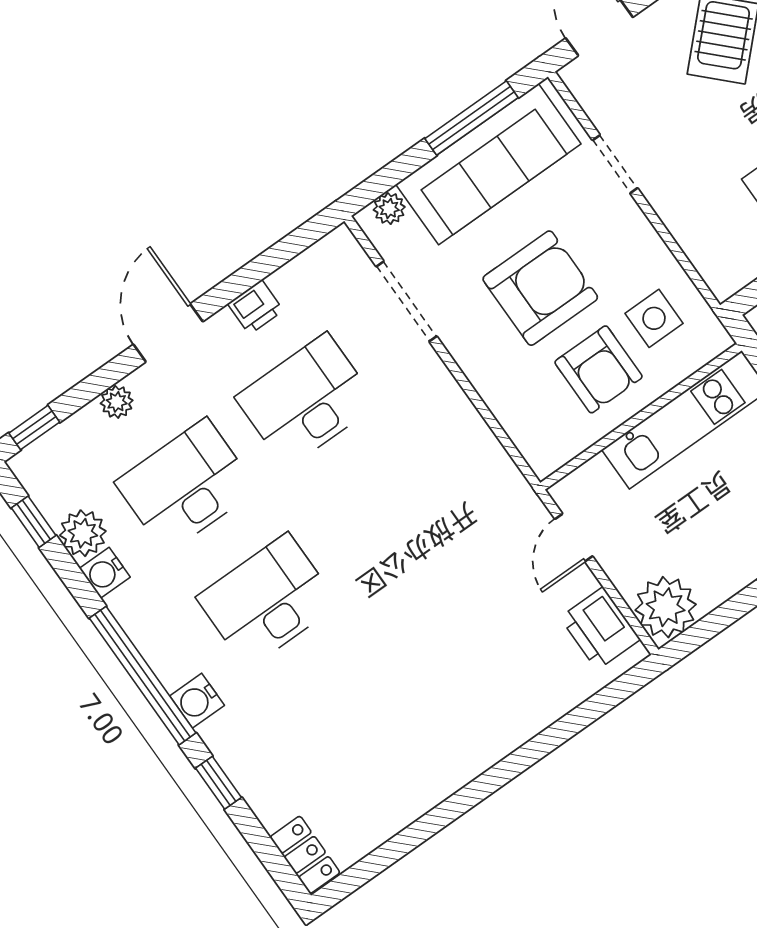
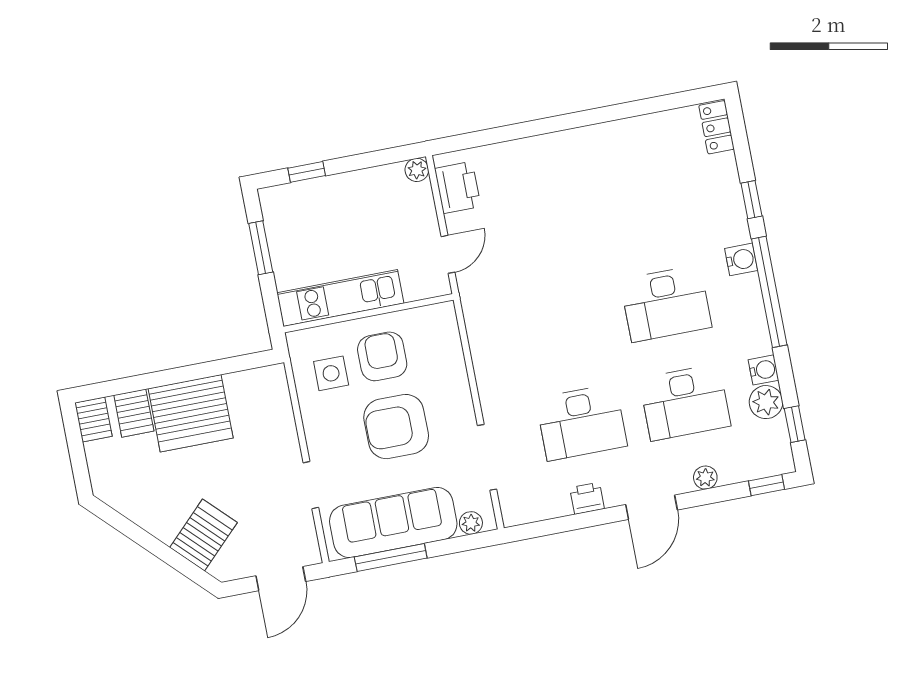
plant: (666, 607) -> (417, 170), width x0.53, depth x0.53

